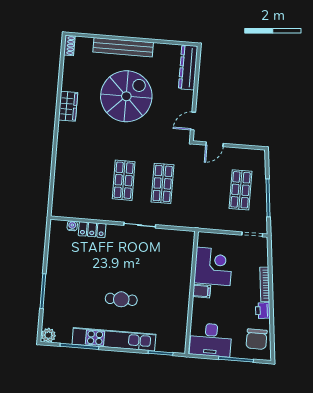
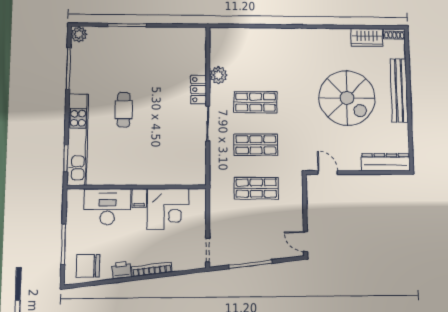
wardrobe: (68, 106) -> (367, 37), moved
door: (215, 144) -> (305, 242), moved
shop shelf: (241, 190) -> (256, 188), moved
plant: (96, 212) -> (218, 75), added
water cooler: (72, 226) -> (201, 51), removed
locker: (92, 230) -> (198, 90), moved
kitchen unit: (114, 339) -> (78, 139), moved
desk: (211, 340) -> (107, 207), moved, turned 90

